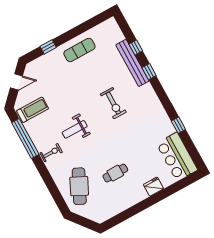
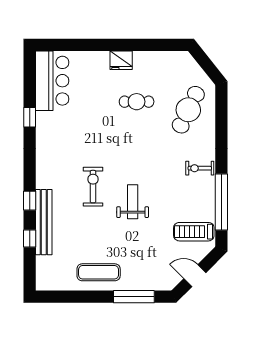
window: (48, 47) -> (134, 297), width x2.17
weight bench: (75, 129) -> (133, 202), moved, turned -90
fridge: (154, 187) -> (121, 60), moved

